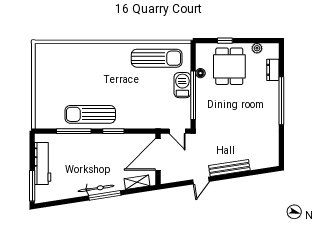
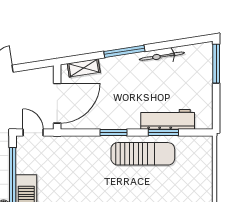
window: (74, 131) -> (163, 133), width x0.69
workbench: (43, 163) -> (168, 119), moved, turned 90
bicycle: (96, 188) -> (162, 56), moved

